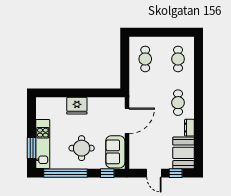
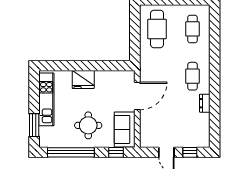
cafe table: (145, 59) -> (157, 29), width x1.37, depth x1.35
kitchen unit: (43, 144) -> (46, 99), moved
booth: (183, 153) -> (198, 130), removed

